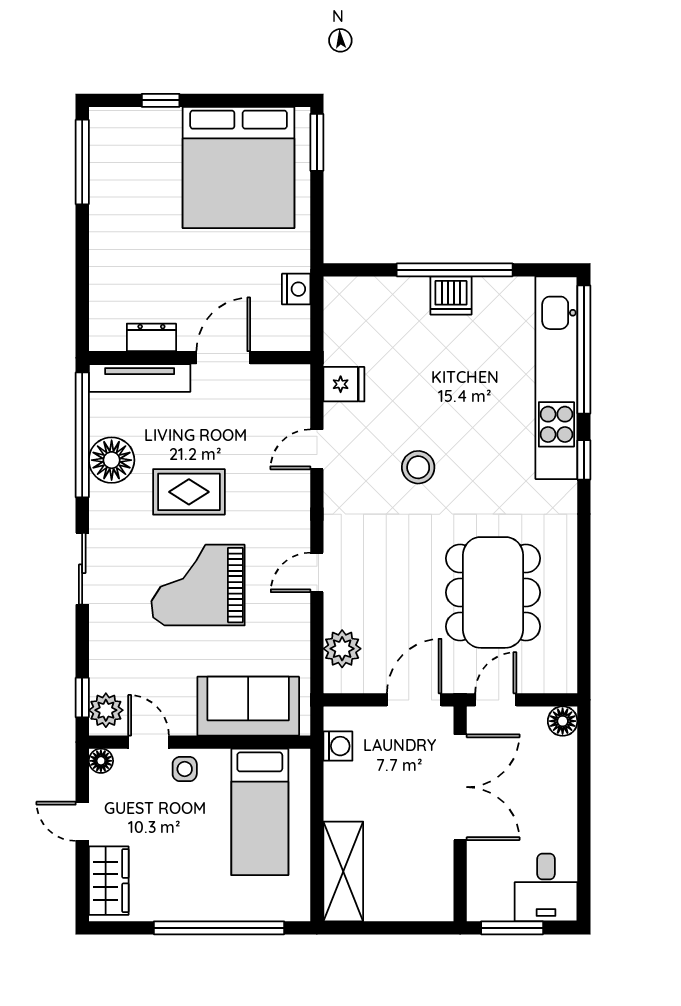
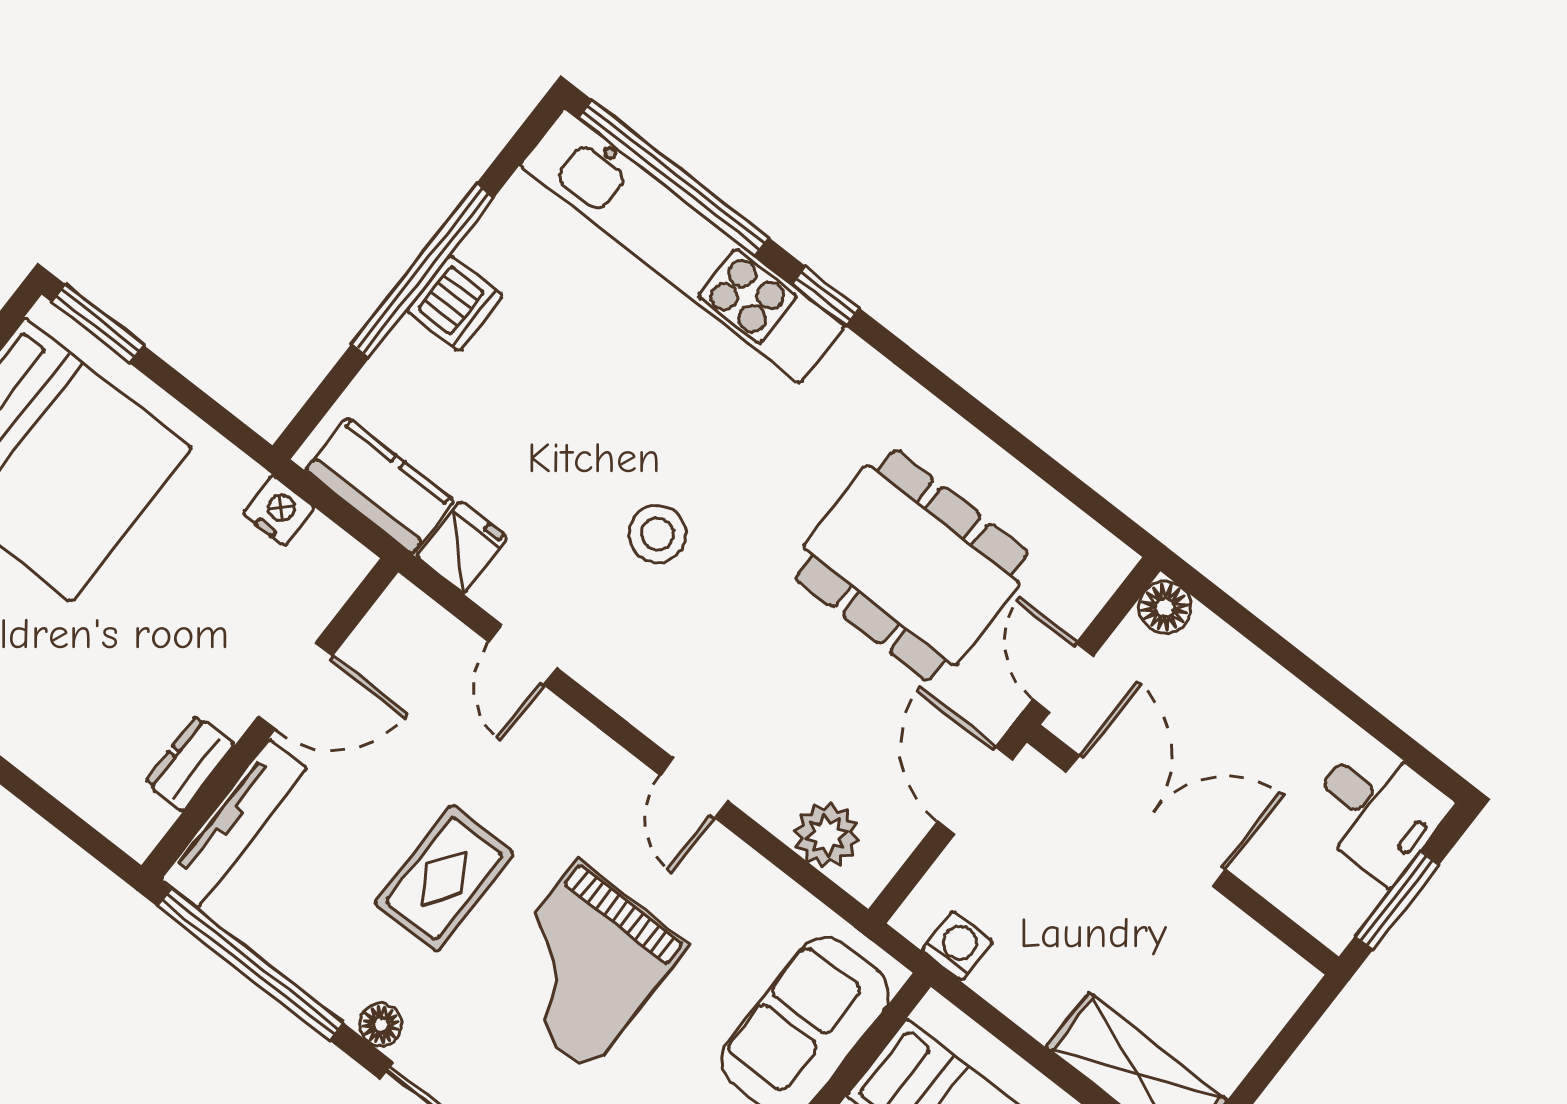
kitchen counter: (343, 325) -> (380, 486), added
door: (223, 358) -> (295, 686), swing flipped
floor lamp: (112, 460) -> (381, 1025), moved, width x0.53, depth x0.53

